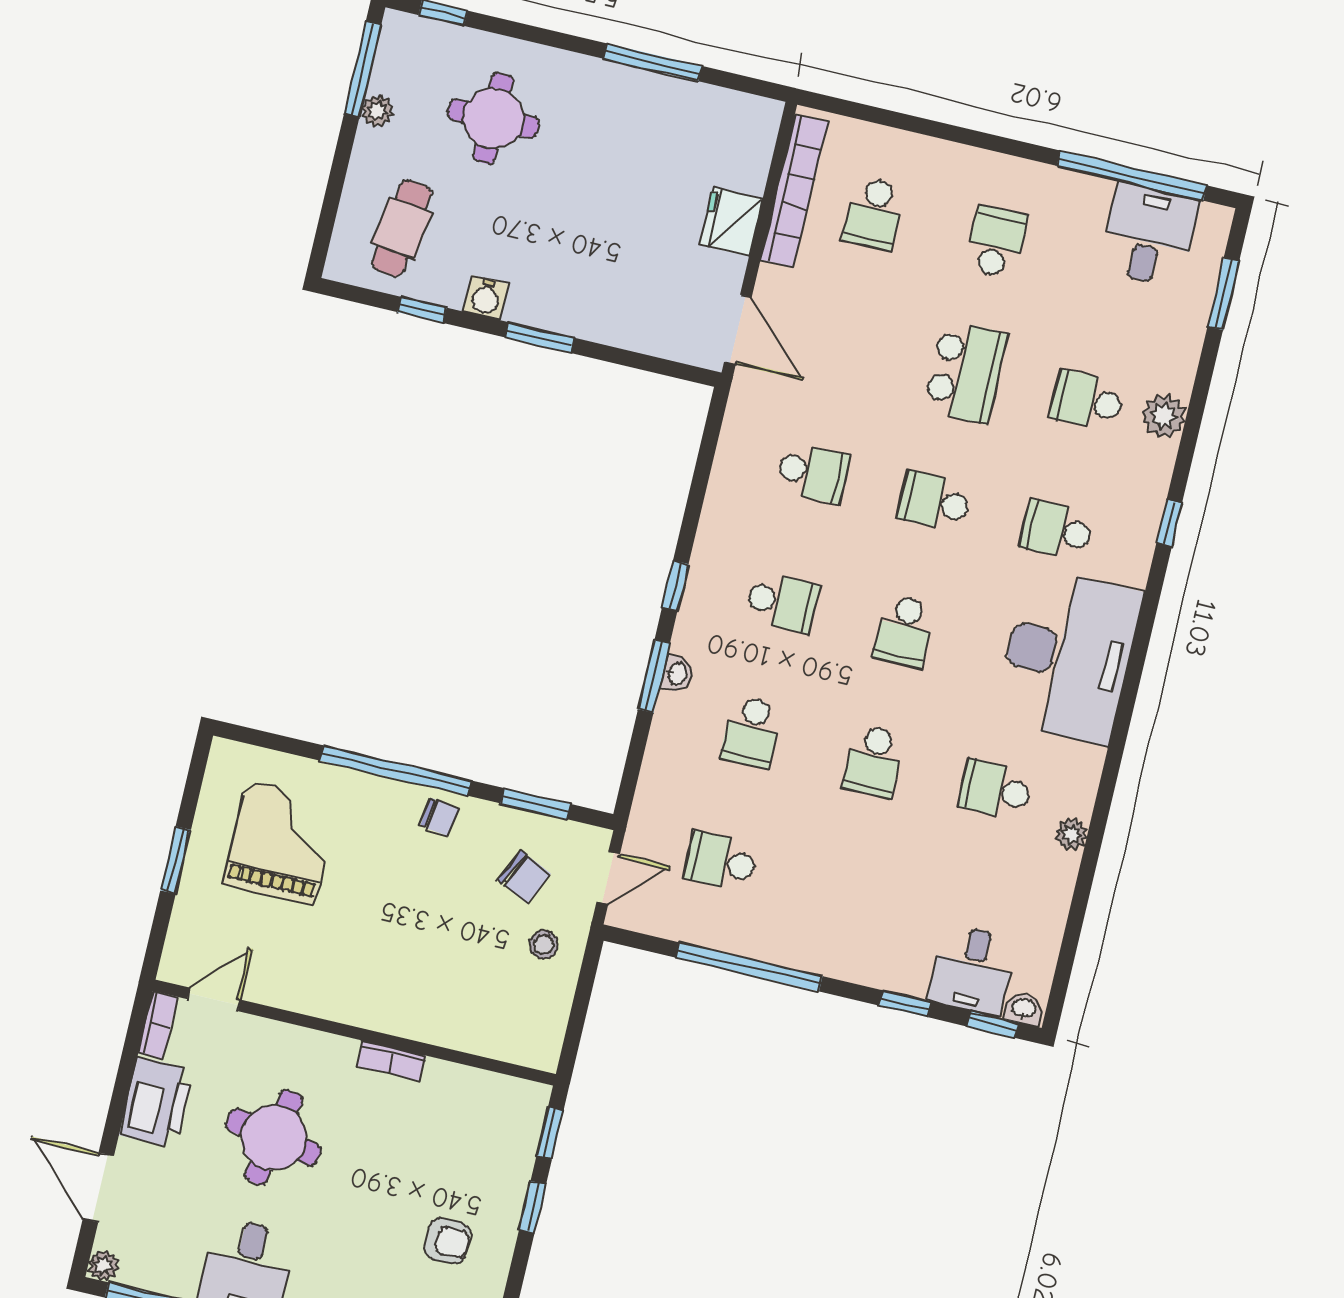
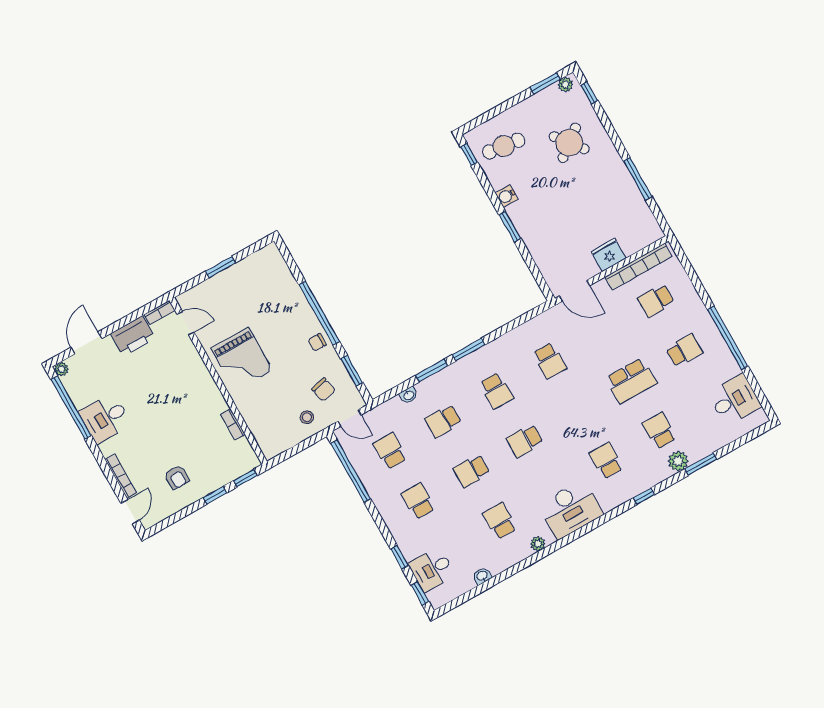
window: (363, 69) -> (545, 83), width x0.69
plant: (377, 111) -> (565, 85), moved
round table: (493, 118) -> (569, 143), turned -38
window: (1132, 176) -> (728, 338), moved
window: (1223, 294) -> (701, 464), moved
window: (422, 310) -> (469, 155), moved
door: (738, 330) -> (574, 291), hinge flipped
school desk: (935, 501) -> (418, 501), moved
window: (675, 586) -> (469, 350), width x1.50
desk: (1068, 656) -> (571, 509), width x0.73, depth x0.77
washbasin: (677, 674) -> (409, 395), moved
chair: (439, 817) -> (317, 342), turned 83
plant: (1071, 834) -> (538, 544), moved
grand piano: (281, 843) -> (242, 359), moved, turned 90
chair: (524, 877) -> (323, 390), turned -38
window: (749, 967) -> (351, 471), moved
washbasin: (1024, 1009) -> (482, 576), moved, turned -90
bookcase: (391, 1061) -> (233, 424), moved
round table: (274, 1137) -> (158, 386), removed

